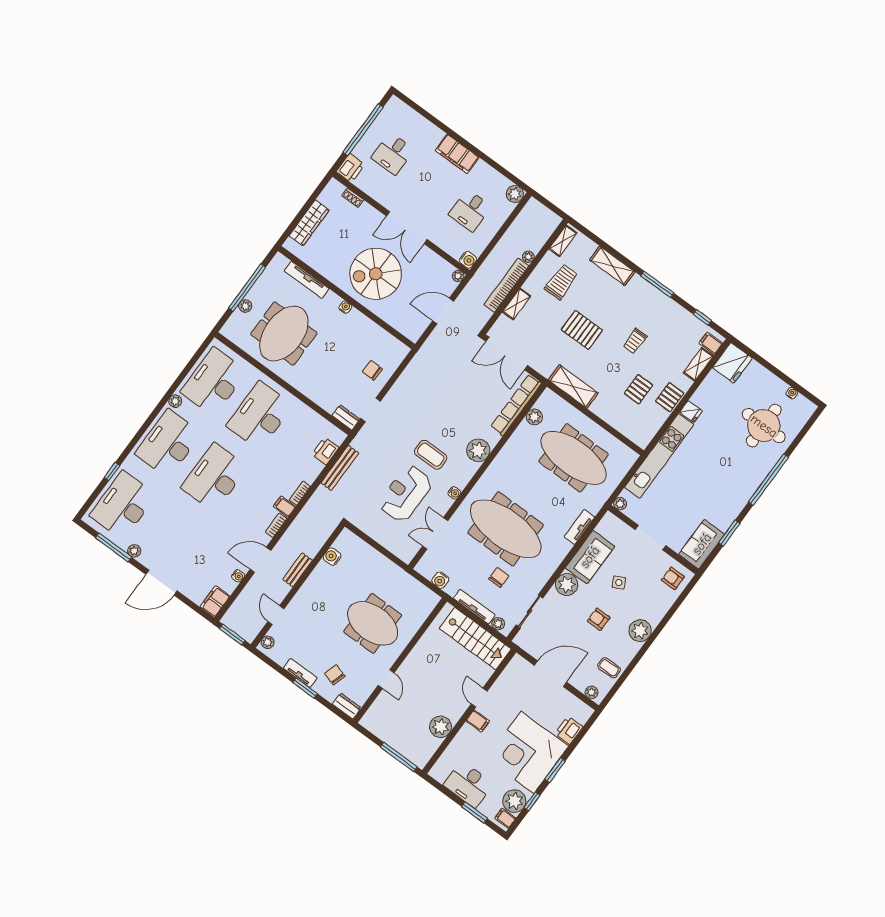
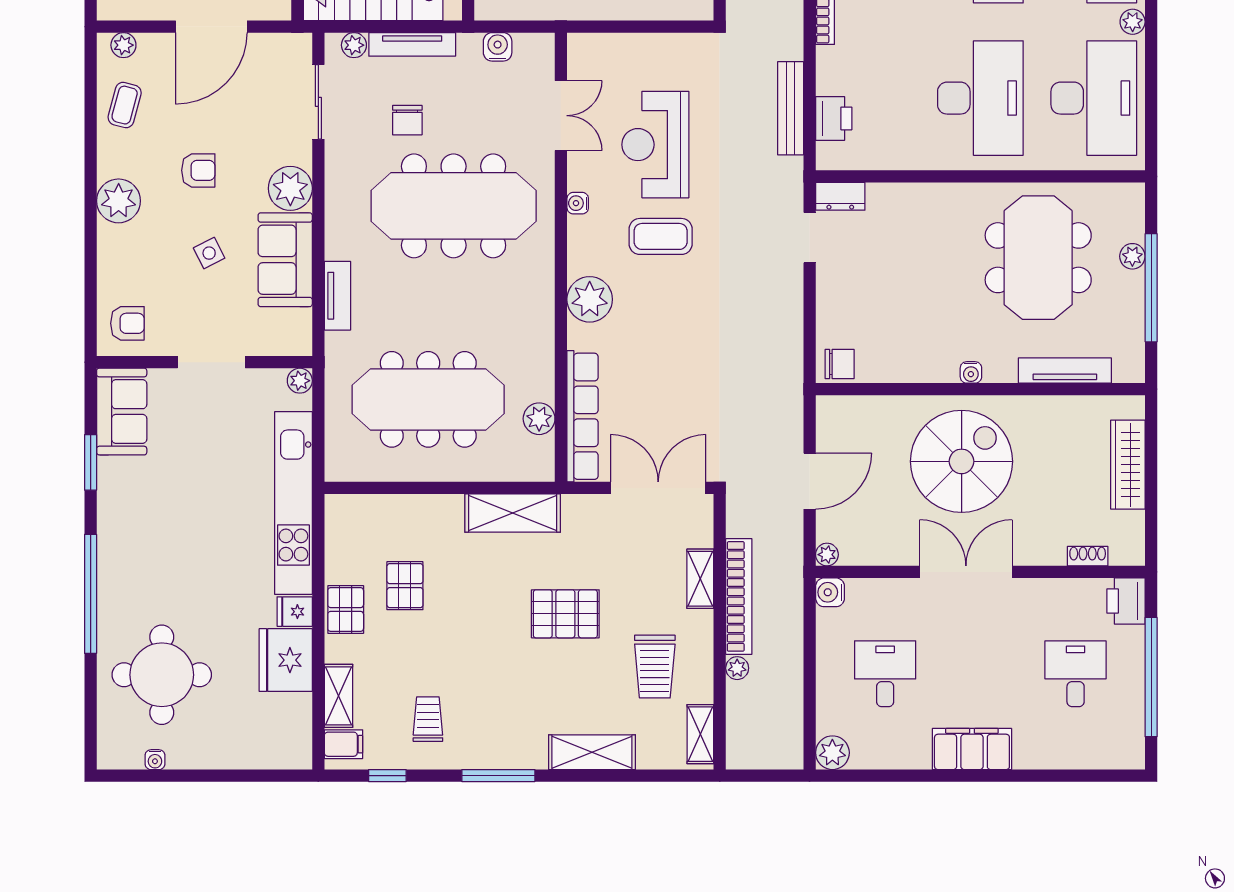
trolley: (635, 341) -> (428, 719), moved
fridge: (732, 363) -> (286, 660), moved
chair: (372, 370) -> (840, 364), moved
reception desk: (405, 494) -> (655, 145), turned 180
coffee table: (609, 668) -> (125, 105), turned -74

